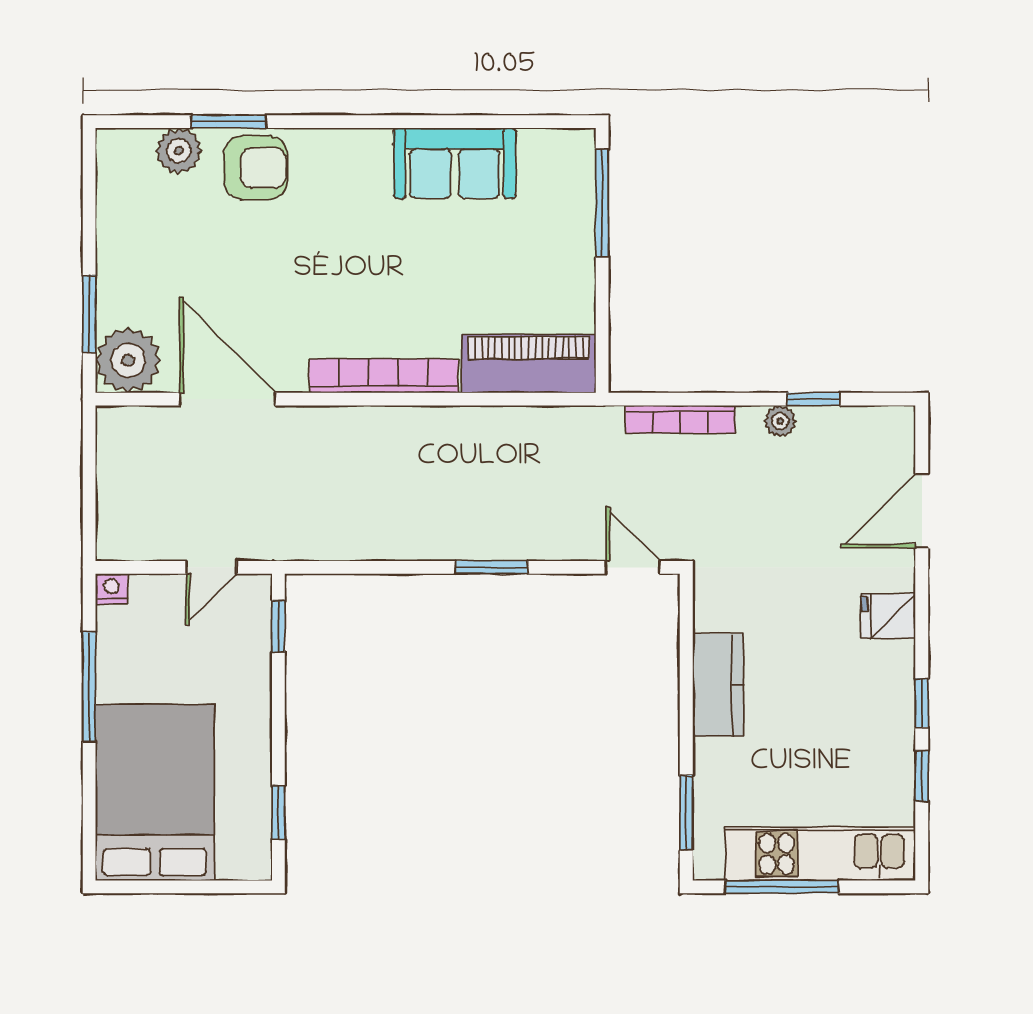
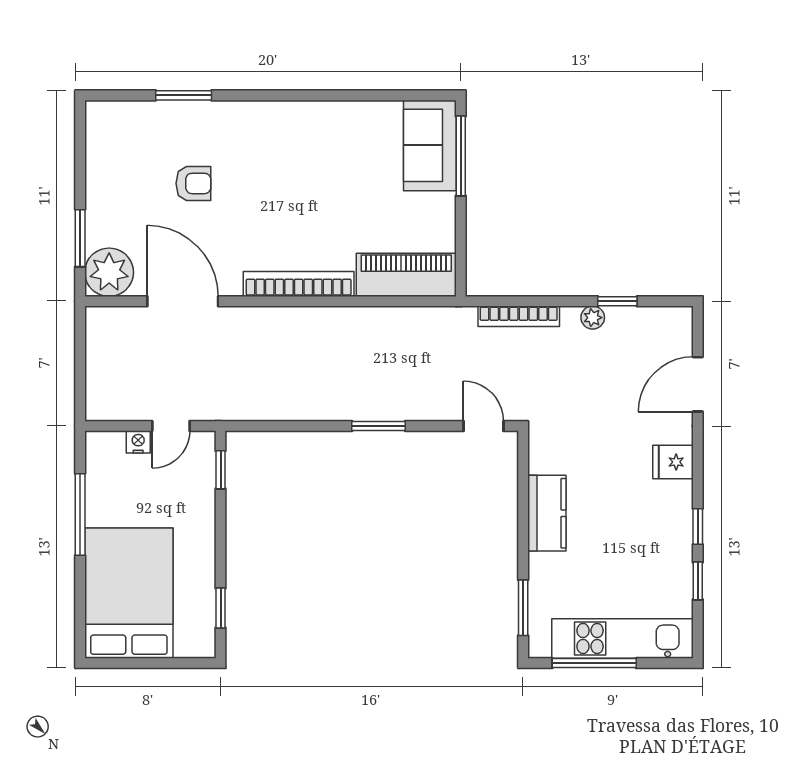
plant: (179, 151) -> (147, 117), removed
sofa: (455, 163) -> (430, 145), moved, turned 90
armchair: (256, 168) -> (193, 183), moved, width x0.72, depth x0.72
nightstand: (111, 589) -> (138, 442), moved

